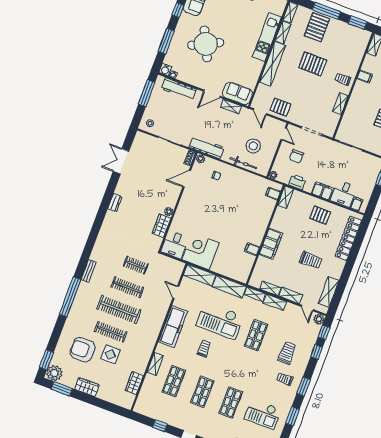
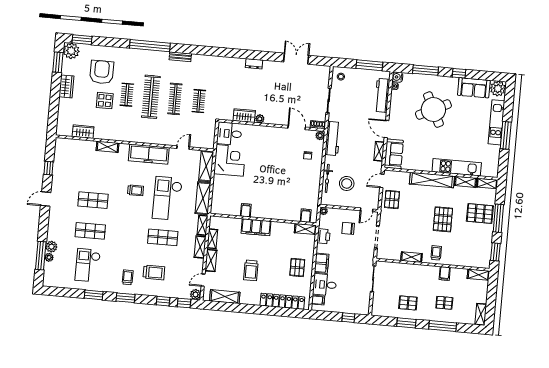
clothes rail: (111, 332) -> (127, 95), width x0.73
shop shelf: (174, 381) -> (96, 170), removed

